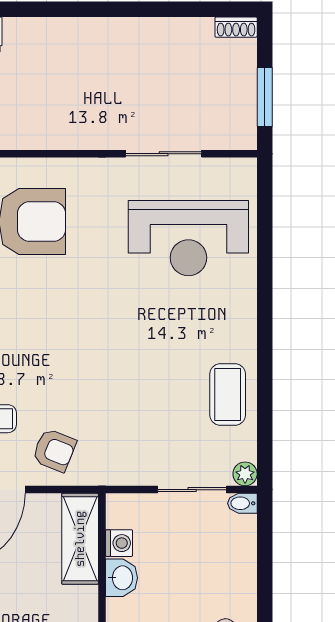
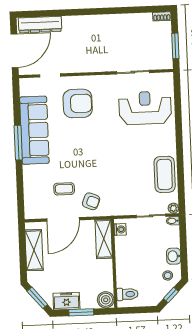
reception desk: (188, 238) -> (145, 108), turned 180
coffee table: (228, 394) -> (165, 174), width x1.36, depth x1.32
washing machine: (119, 543) -> (120, 229), moved
washbasin: (122, 578) -> (174, 256), moved, turned 180

